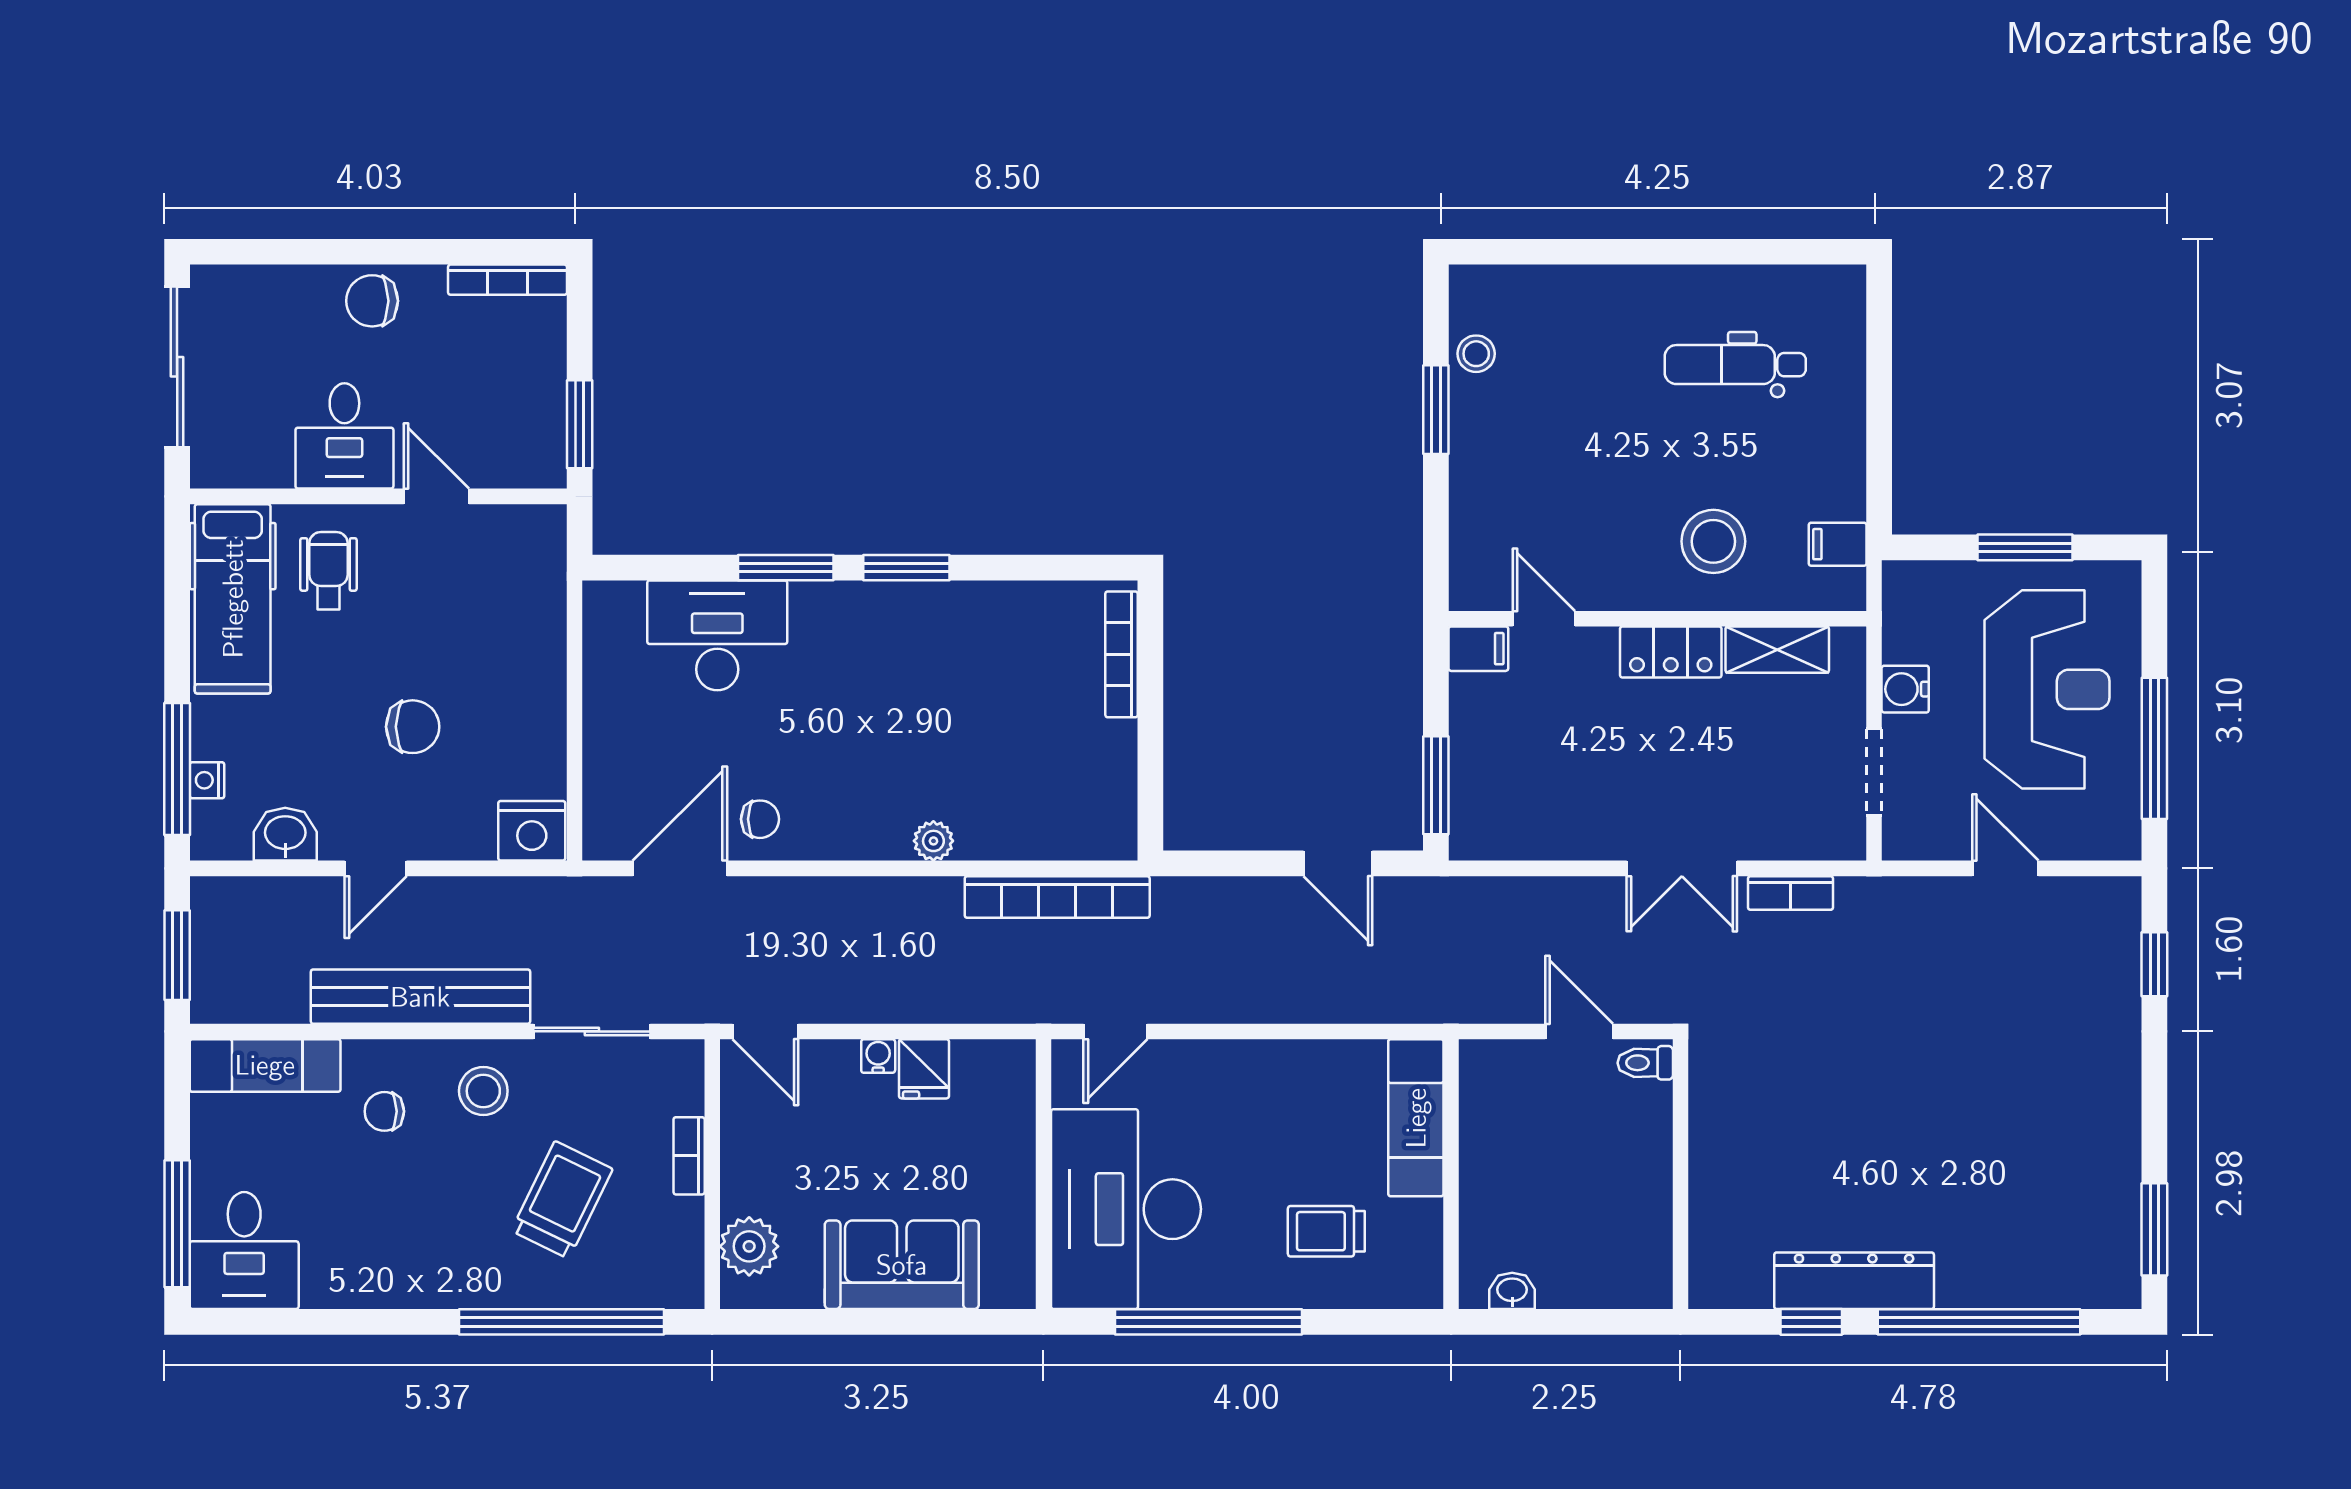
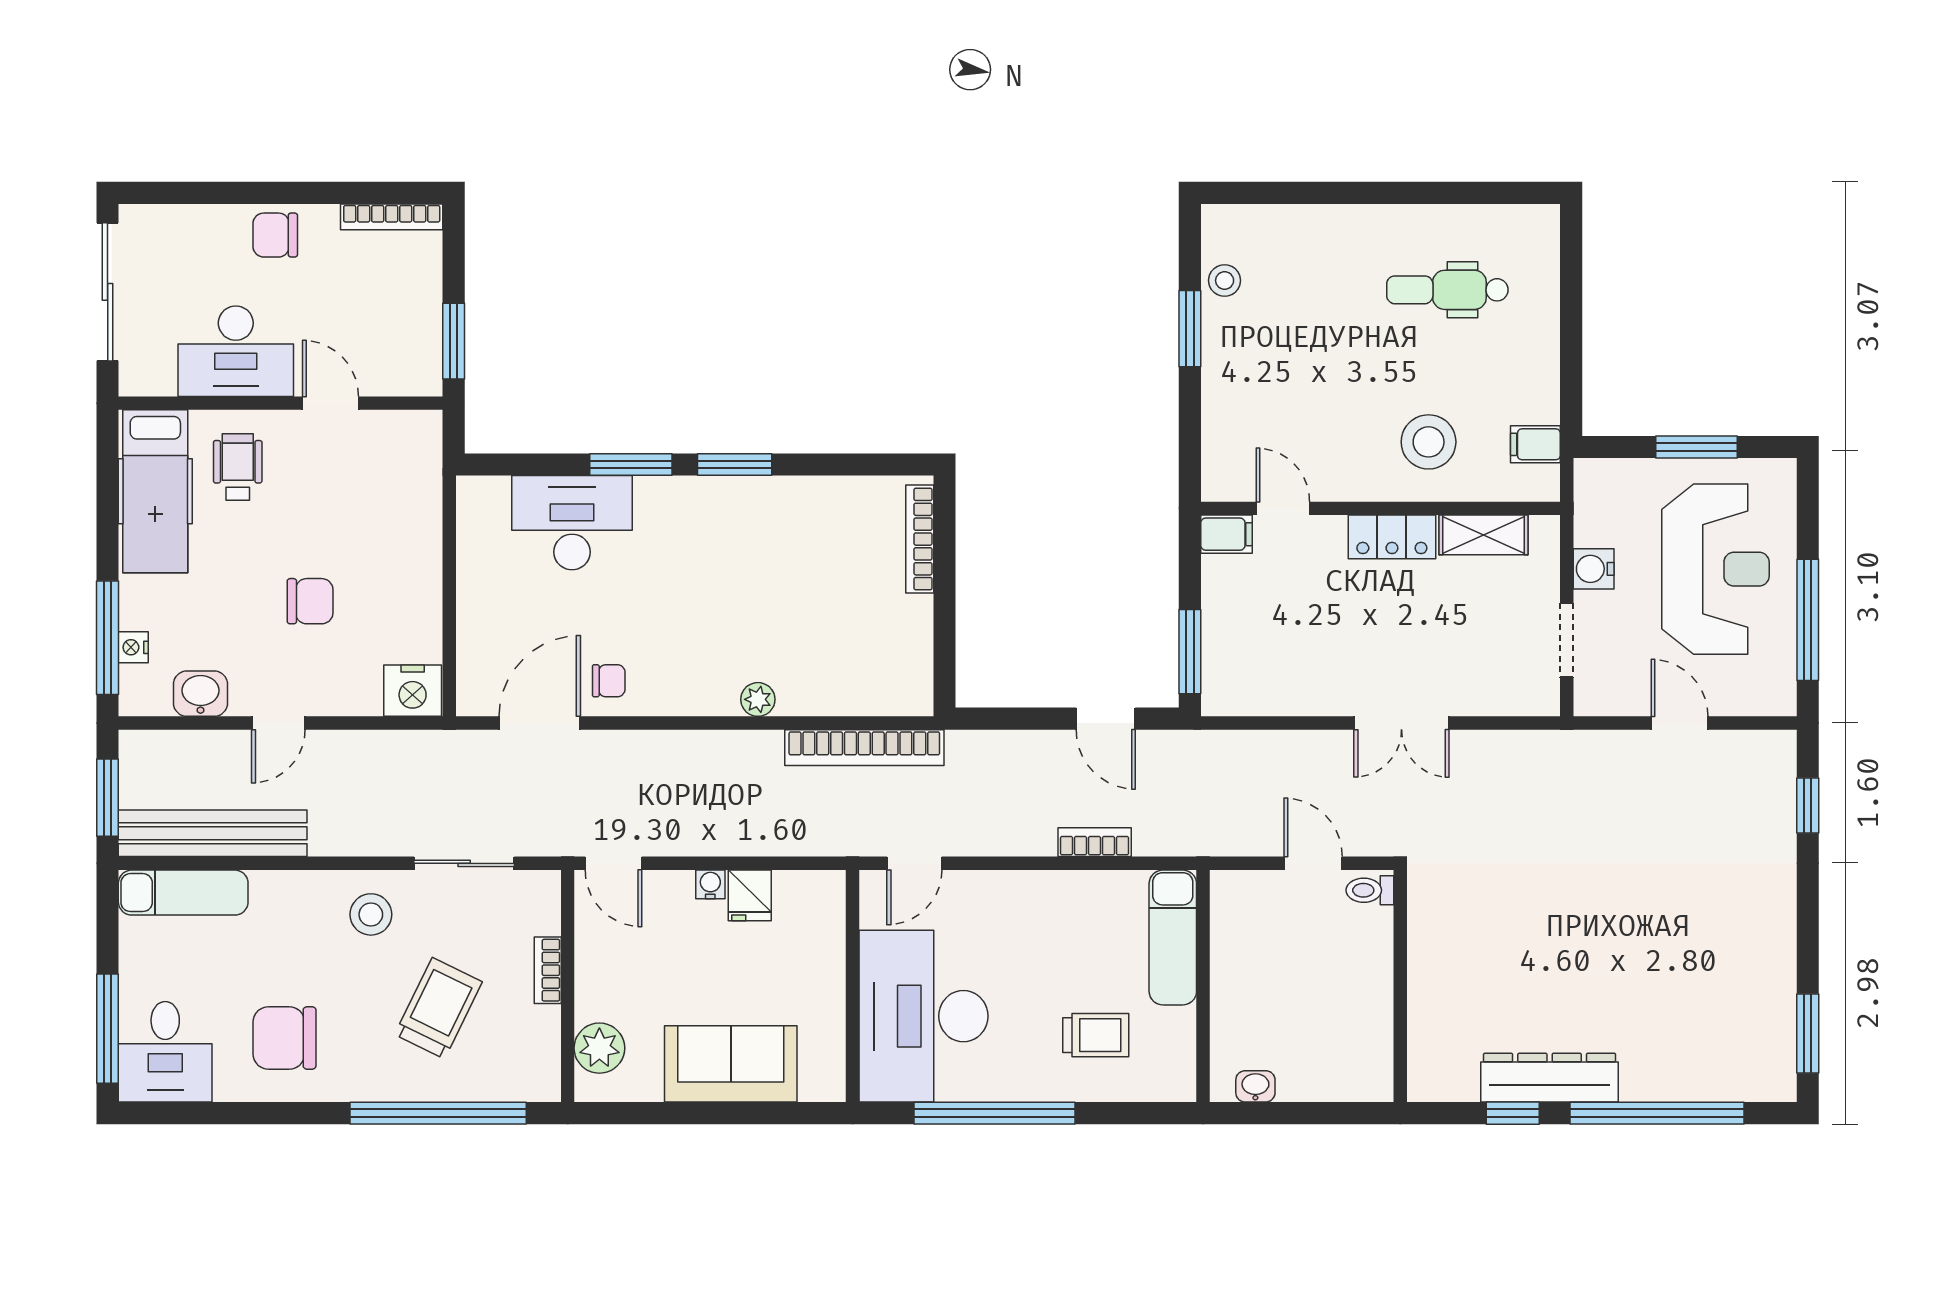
desk: (344, 436) -> (236, 351), width x1.37
bookcase: (1791, 893) -> (1095, 842), moved, turned 180
bench: (420, 997) -> (213, 833), moved
chair: (384, 1111) -> (284, 1038), moved, width x1.87, depth x1.87
trolley: (1326, 1231) -> (1096, 1035), turned 180

